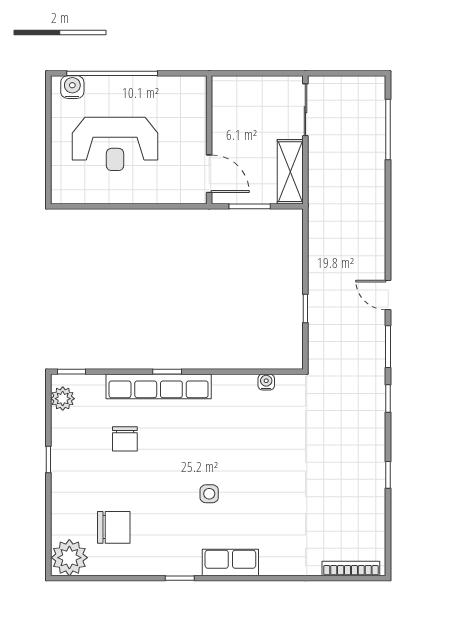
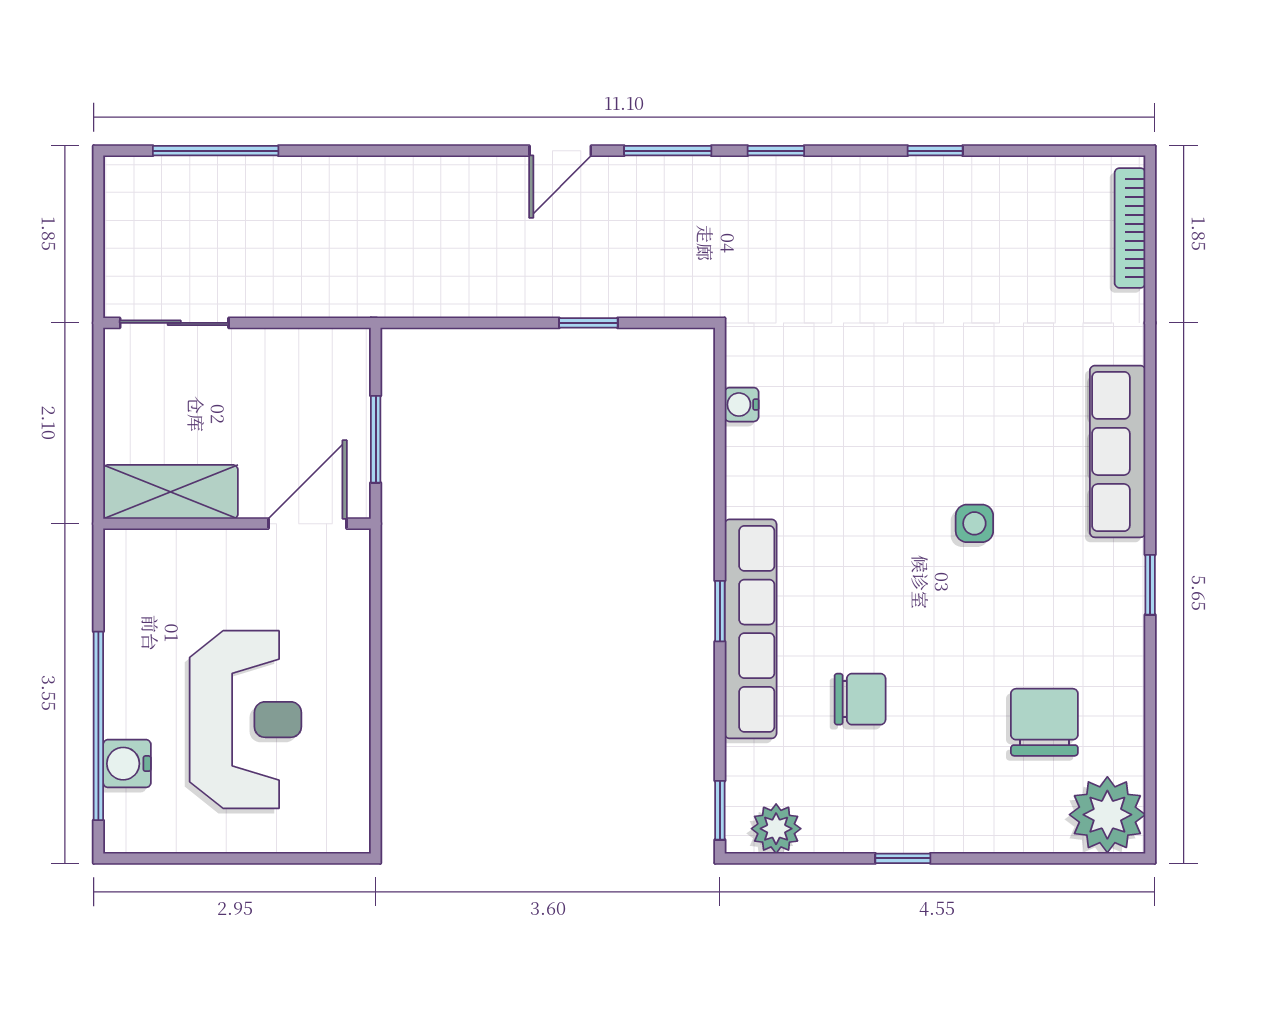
water cooler: (72, 87) -> (127, 764), moved
shelving: (290, 172) -> (171, 492), moved
row of seats: (230, 562) -> (1118, 451), width x1.48

